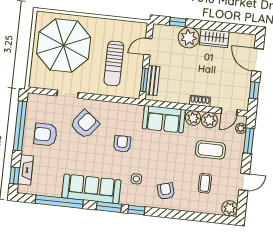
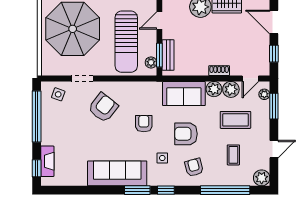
sun lounger: (114, 63) -> (126, 42), width x1.36, depth x1.34
plant: (135, 86) -> (151, 62), added
side table: (43, 107) -> (58, 94), added
armchair: (45, 134) -> (186, 134), moved
window: (59, 202) -> (225, 190), moved

